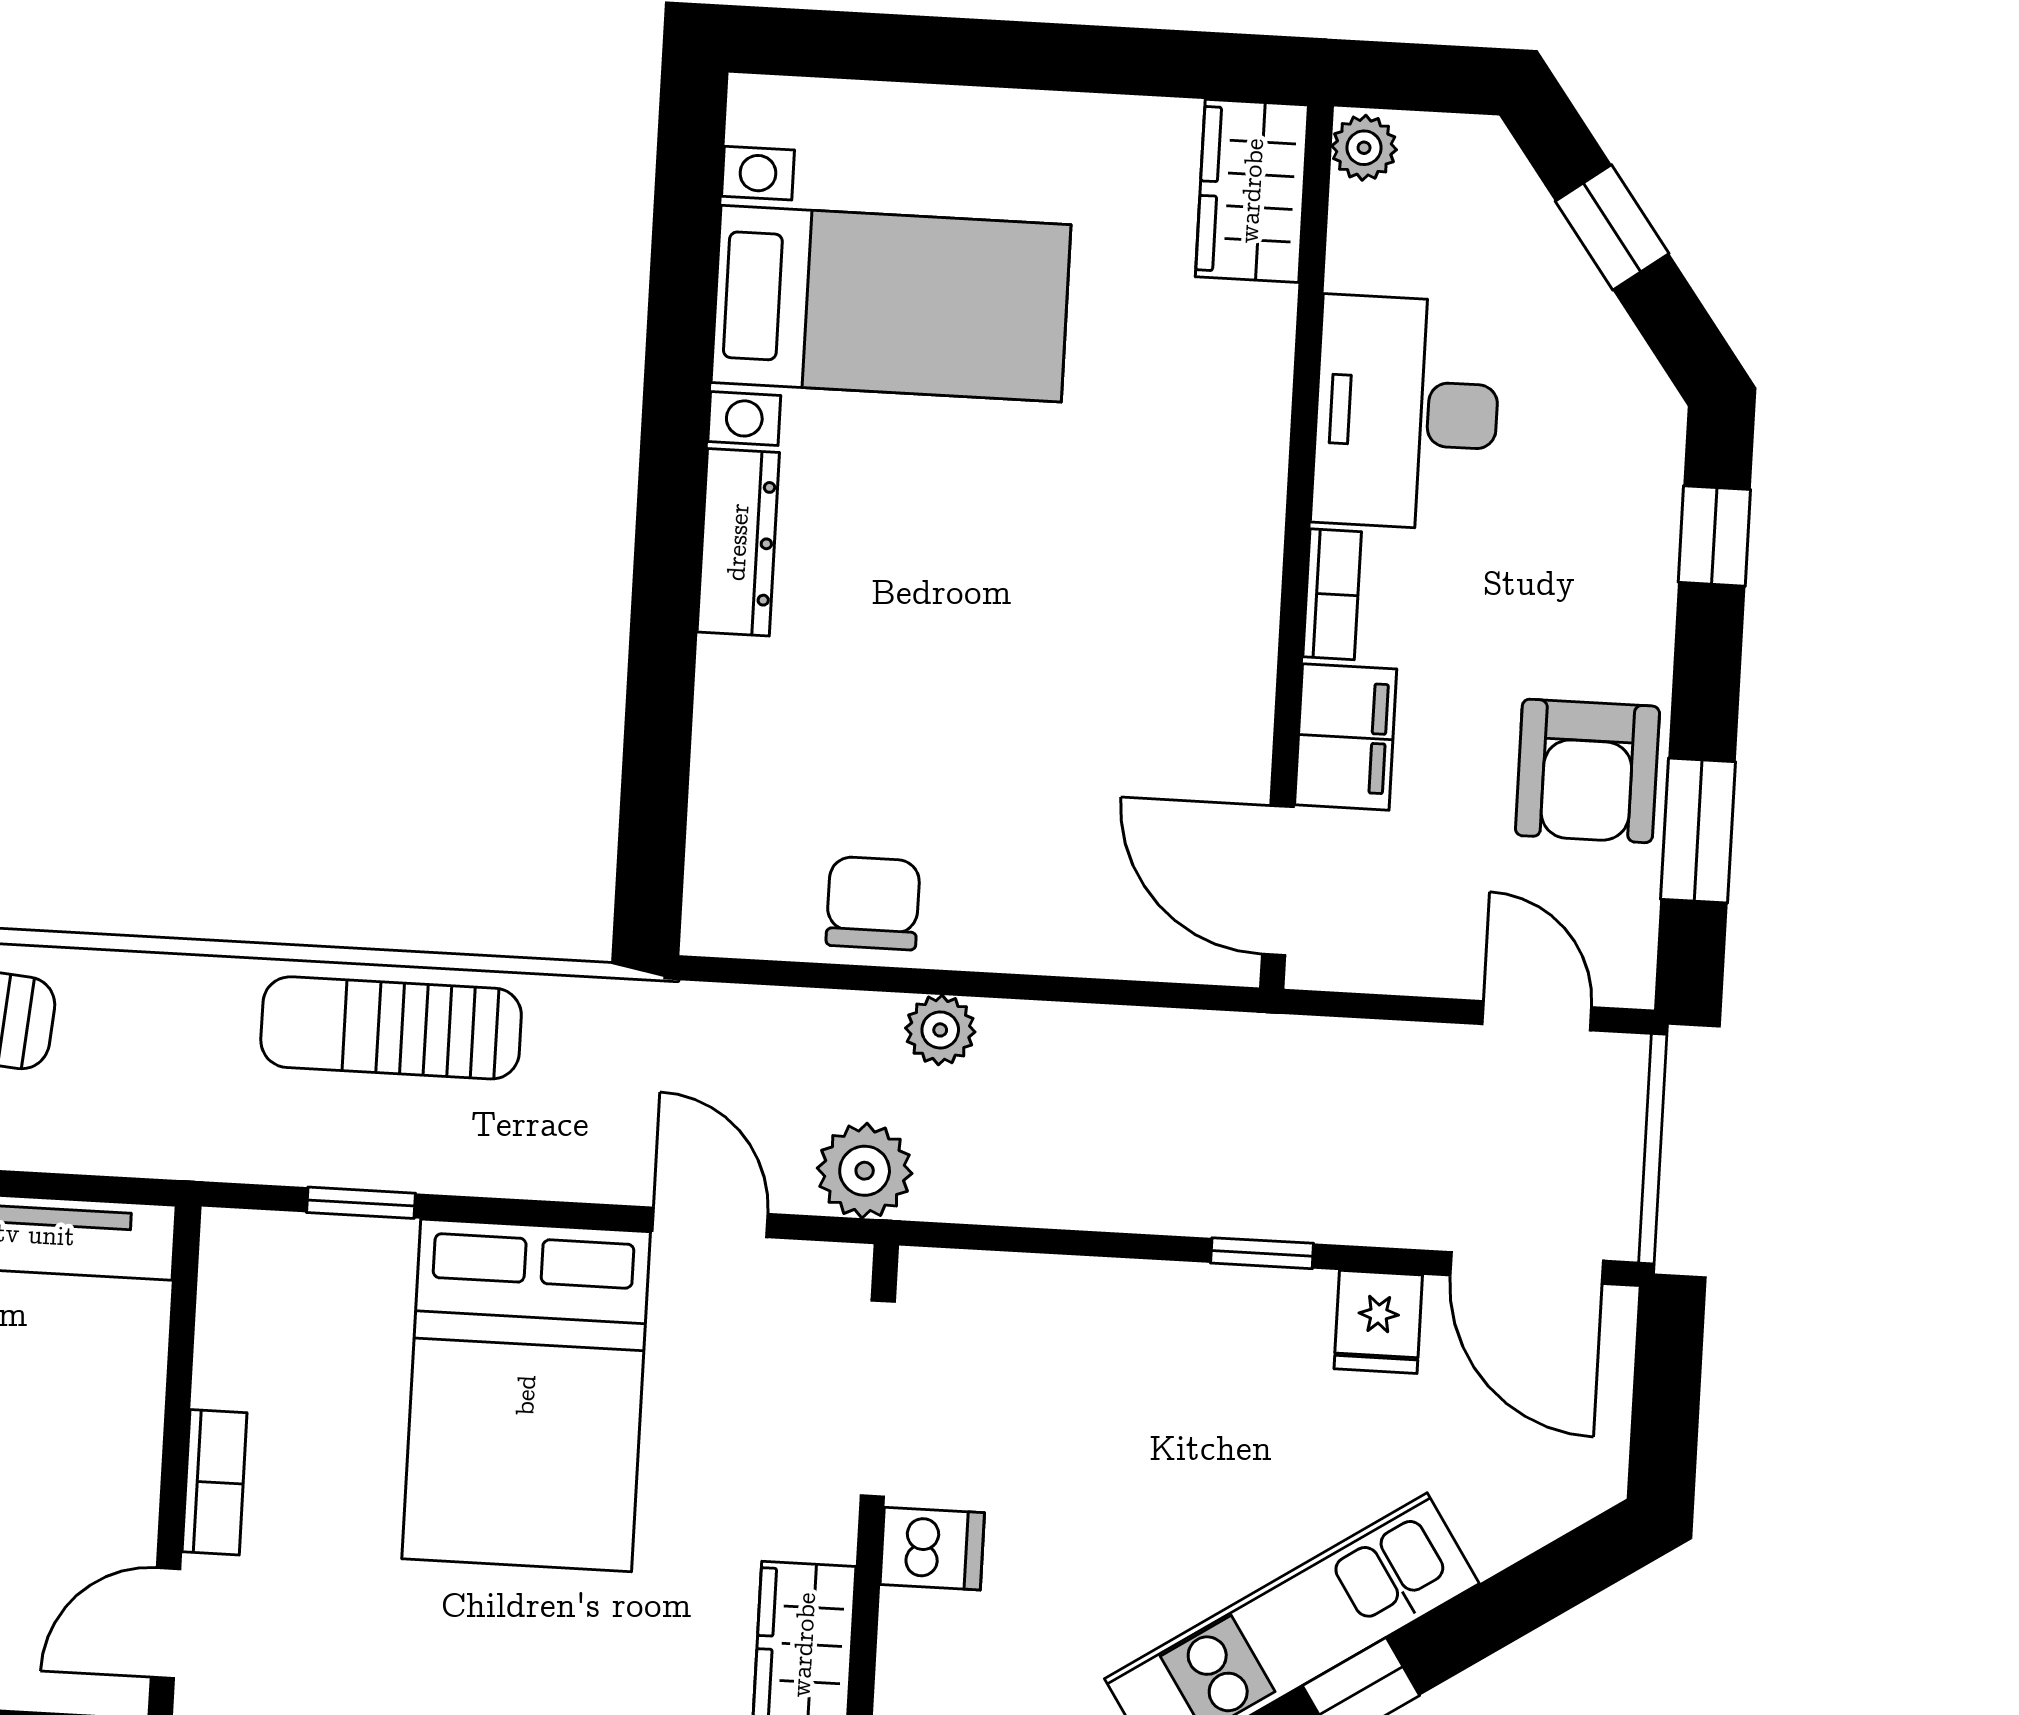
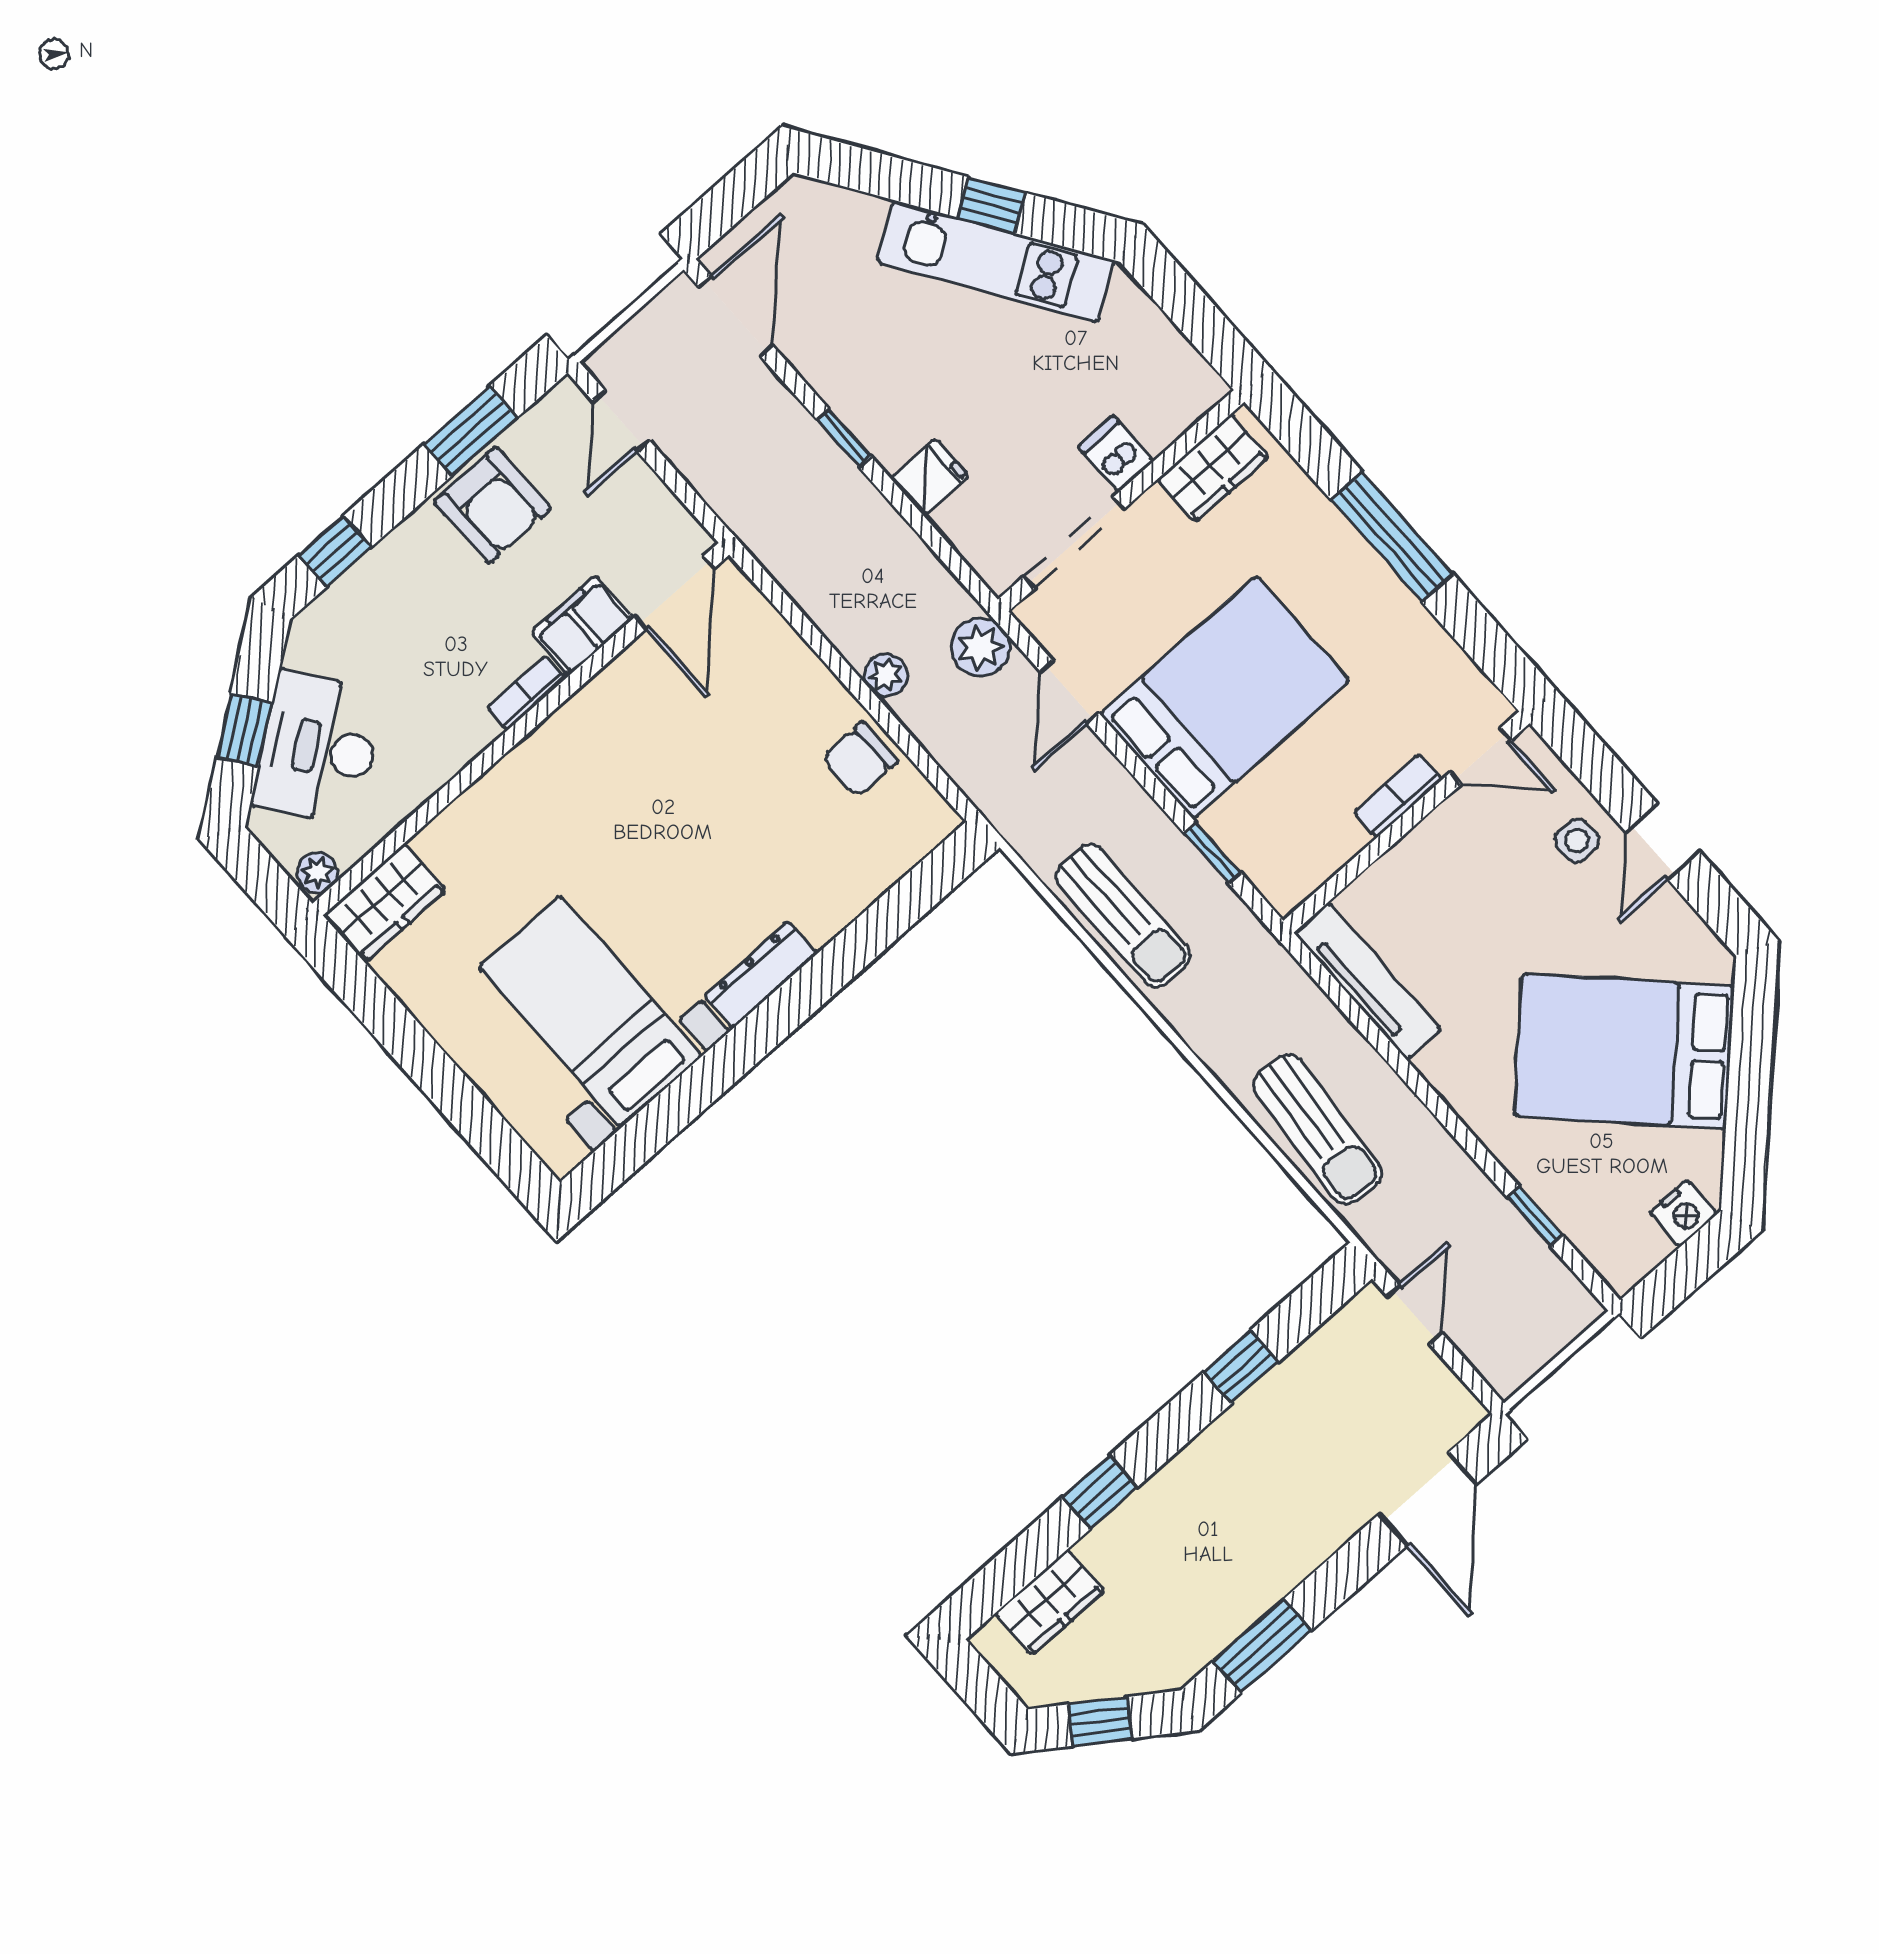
desk: (1407, 413) -> (318, 748), moved, turned 144
armchair: (1587, 771) -> (492, 505), turned 90
fridge: (1378, 1322) -> (930, 477), moved

